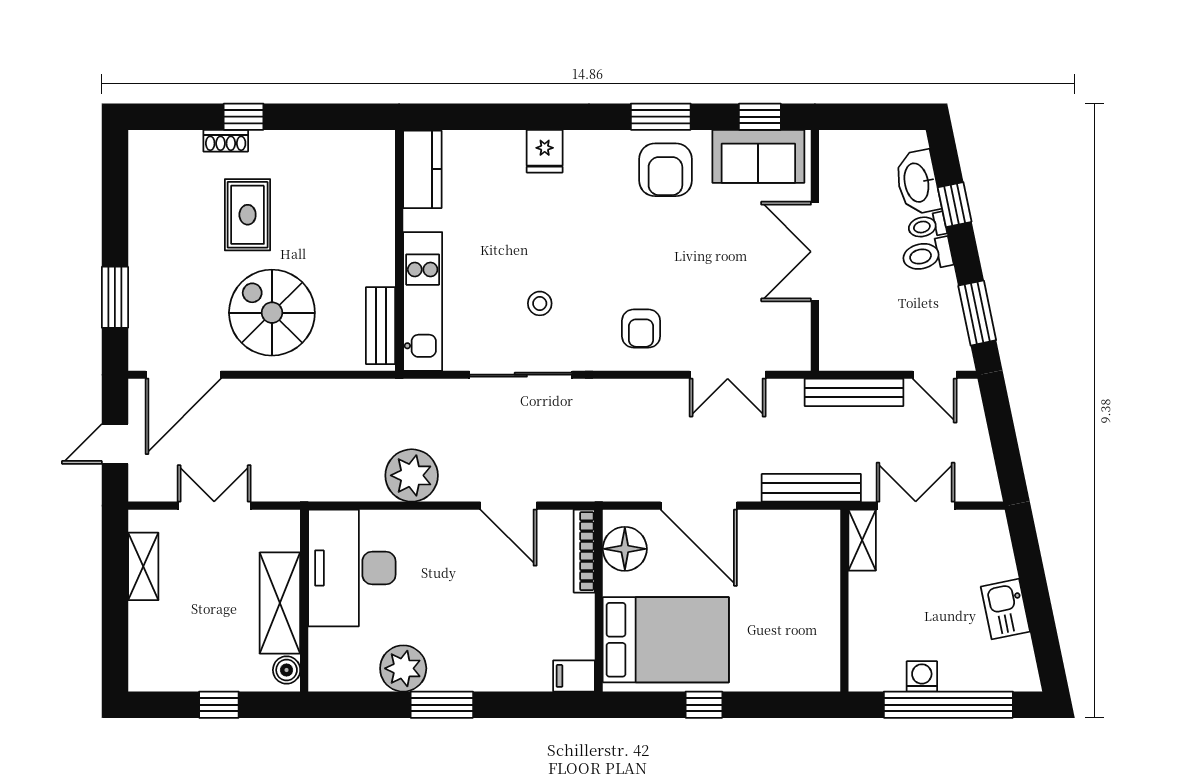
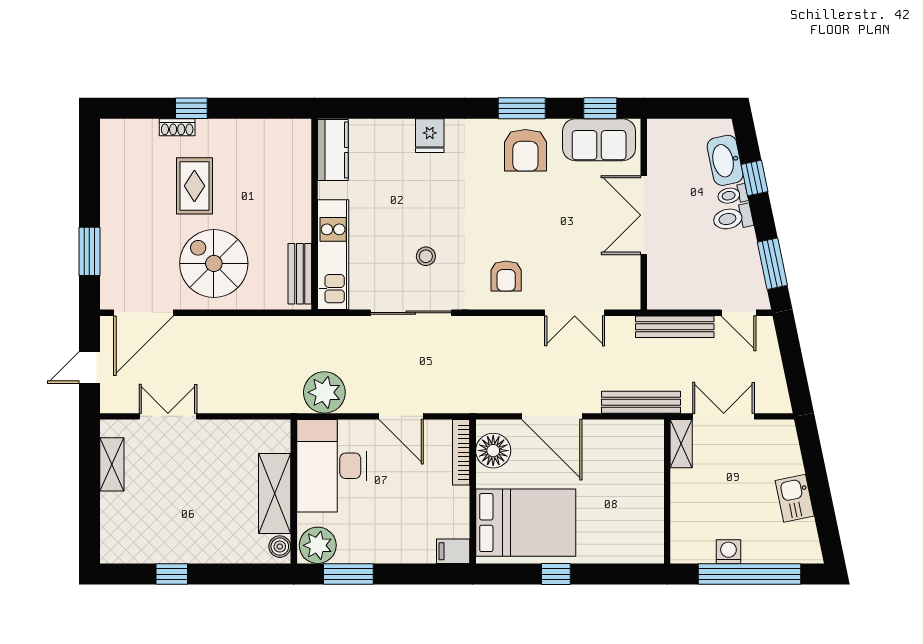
desk: (352, 568) -> (332, 466), moved
wall: (304, 601) -> (294, 492), moved
shelving: (280, 603) -> (275, 494), moved
boiler: (287, 670) -> (280, 547), moved

